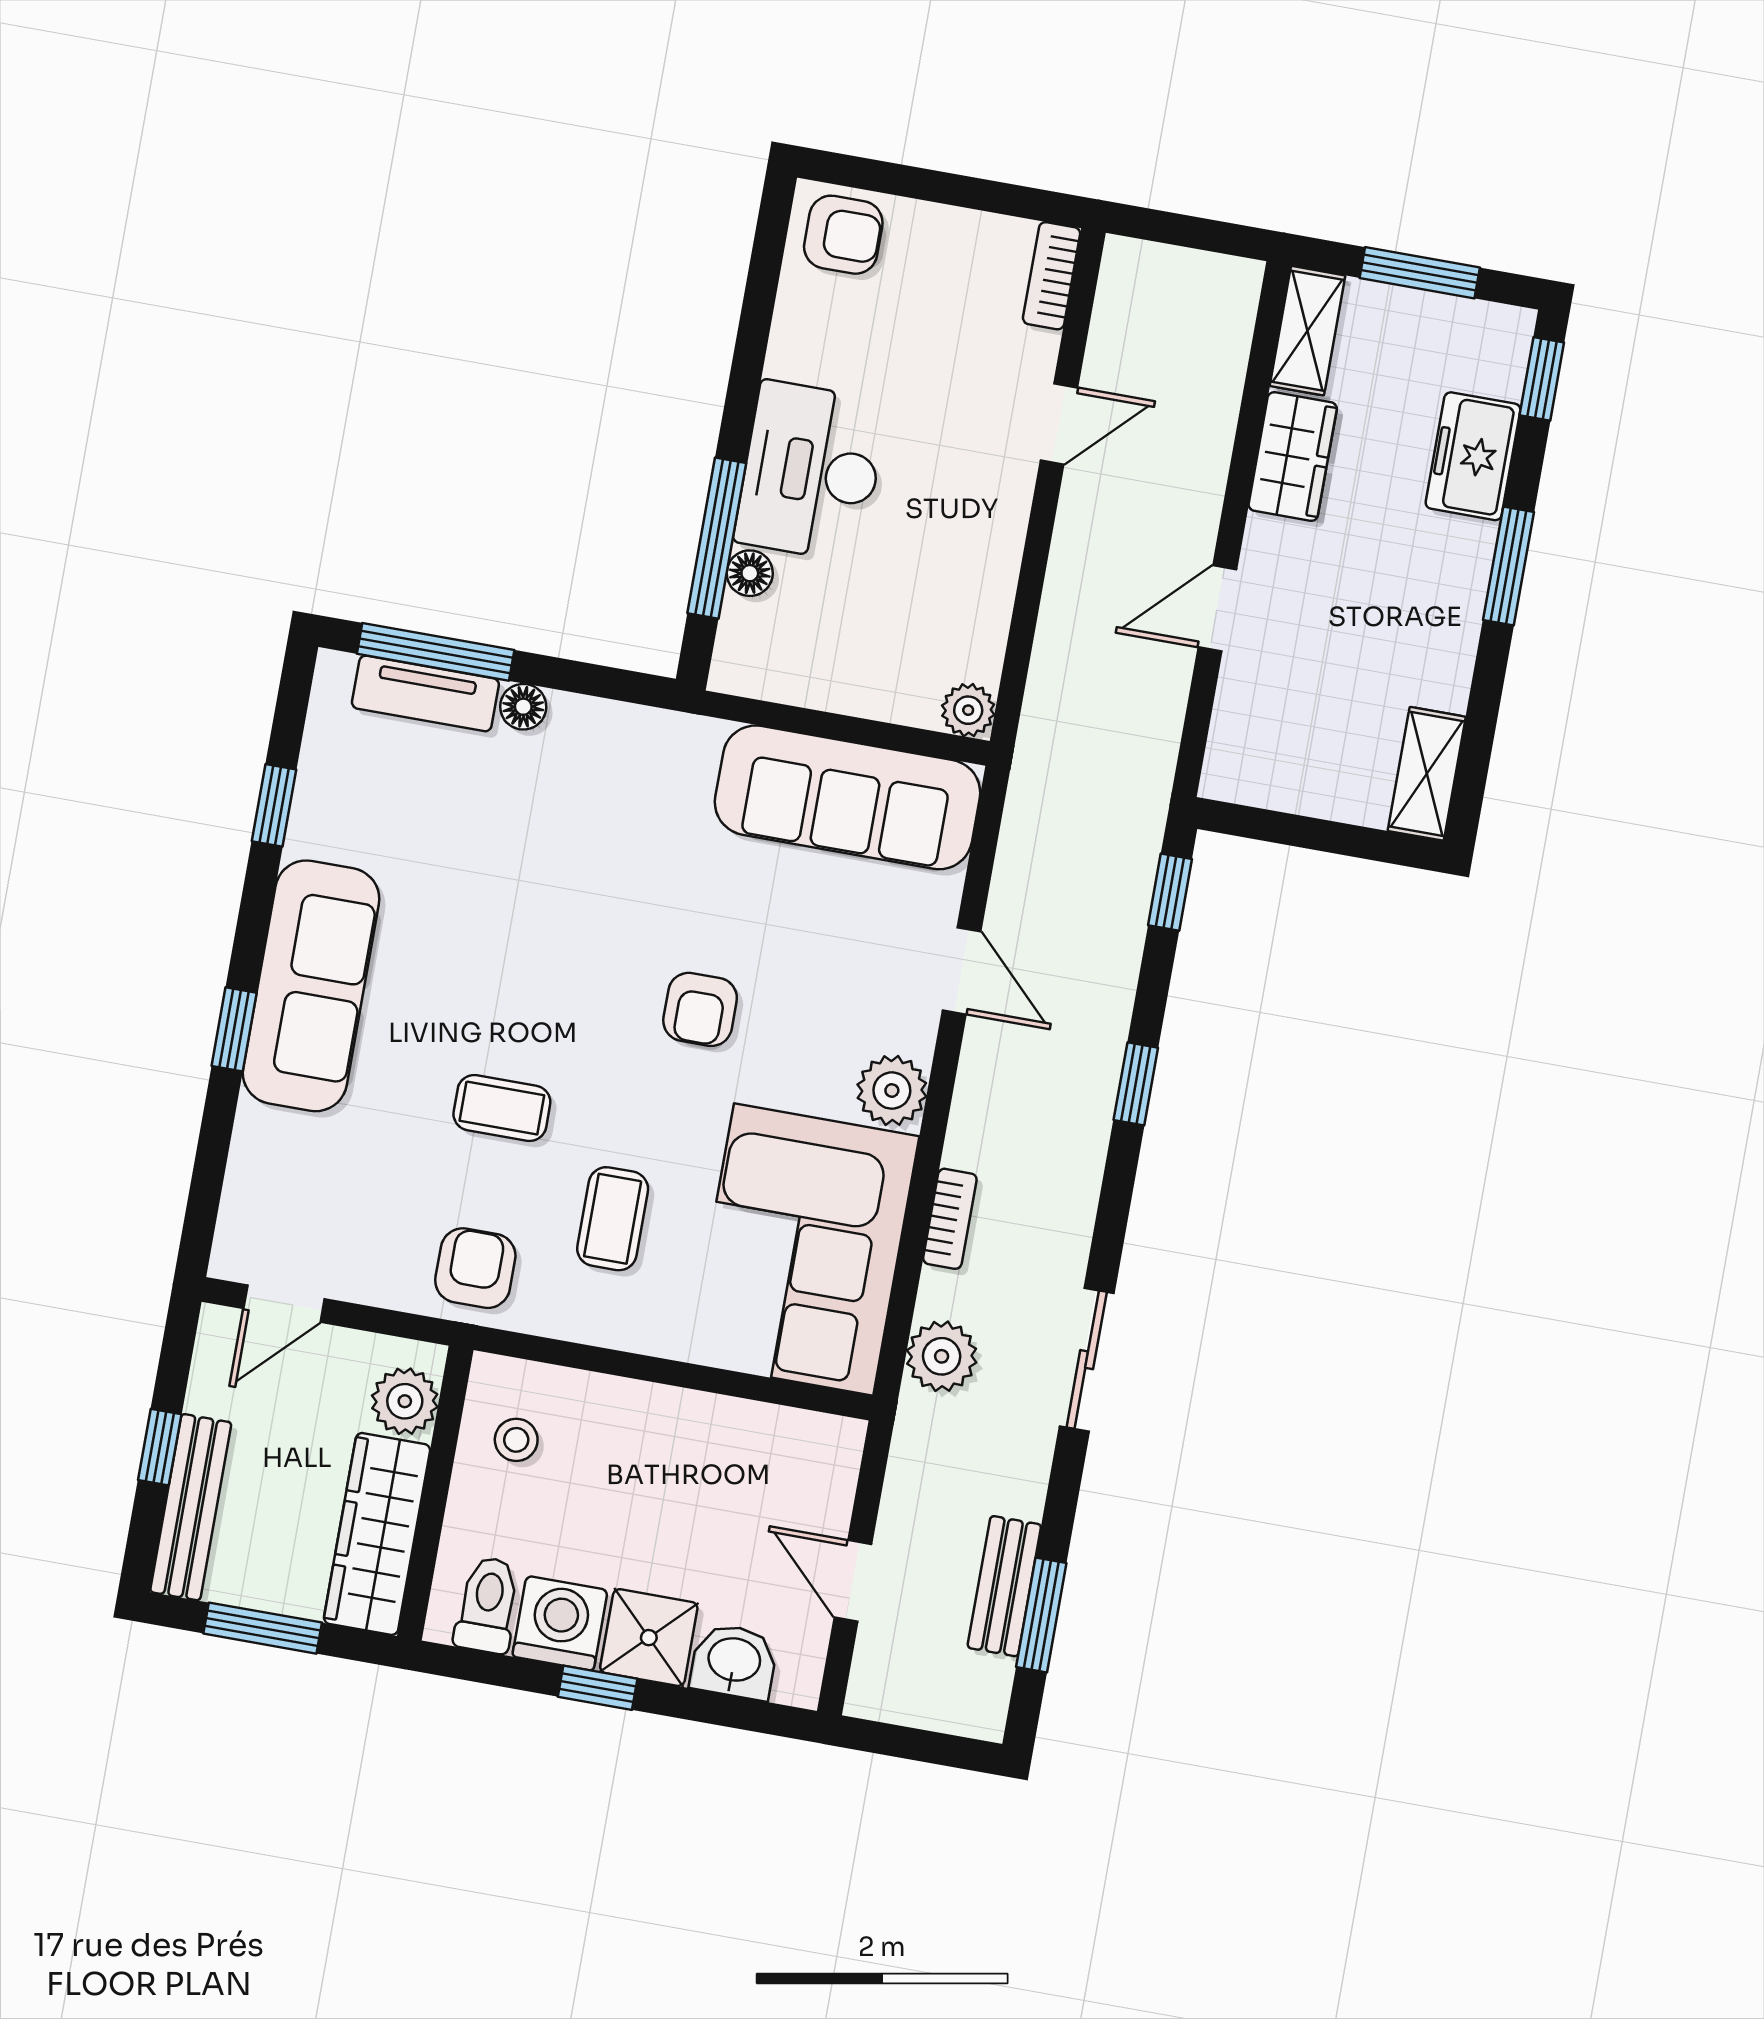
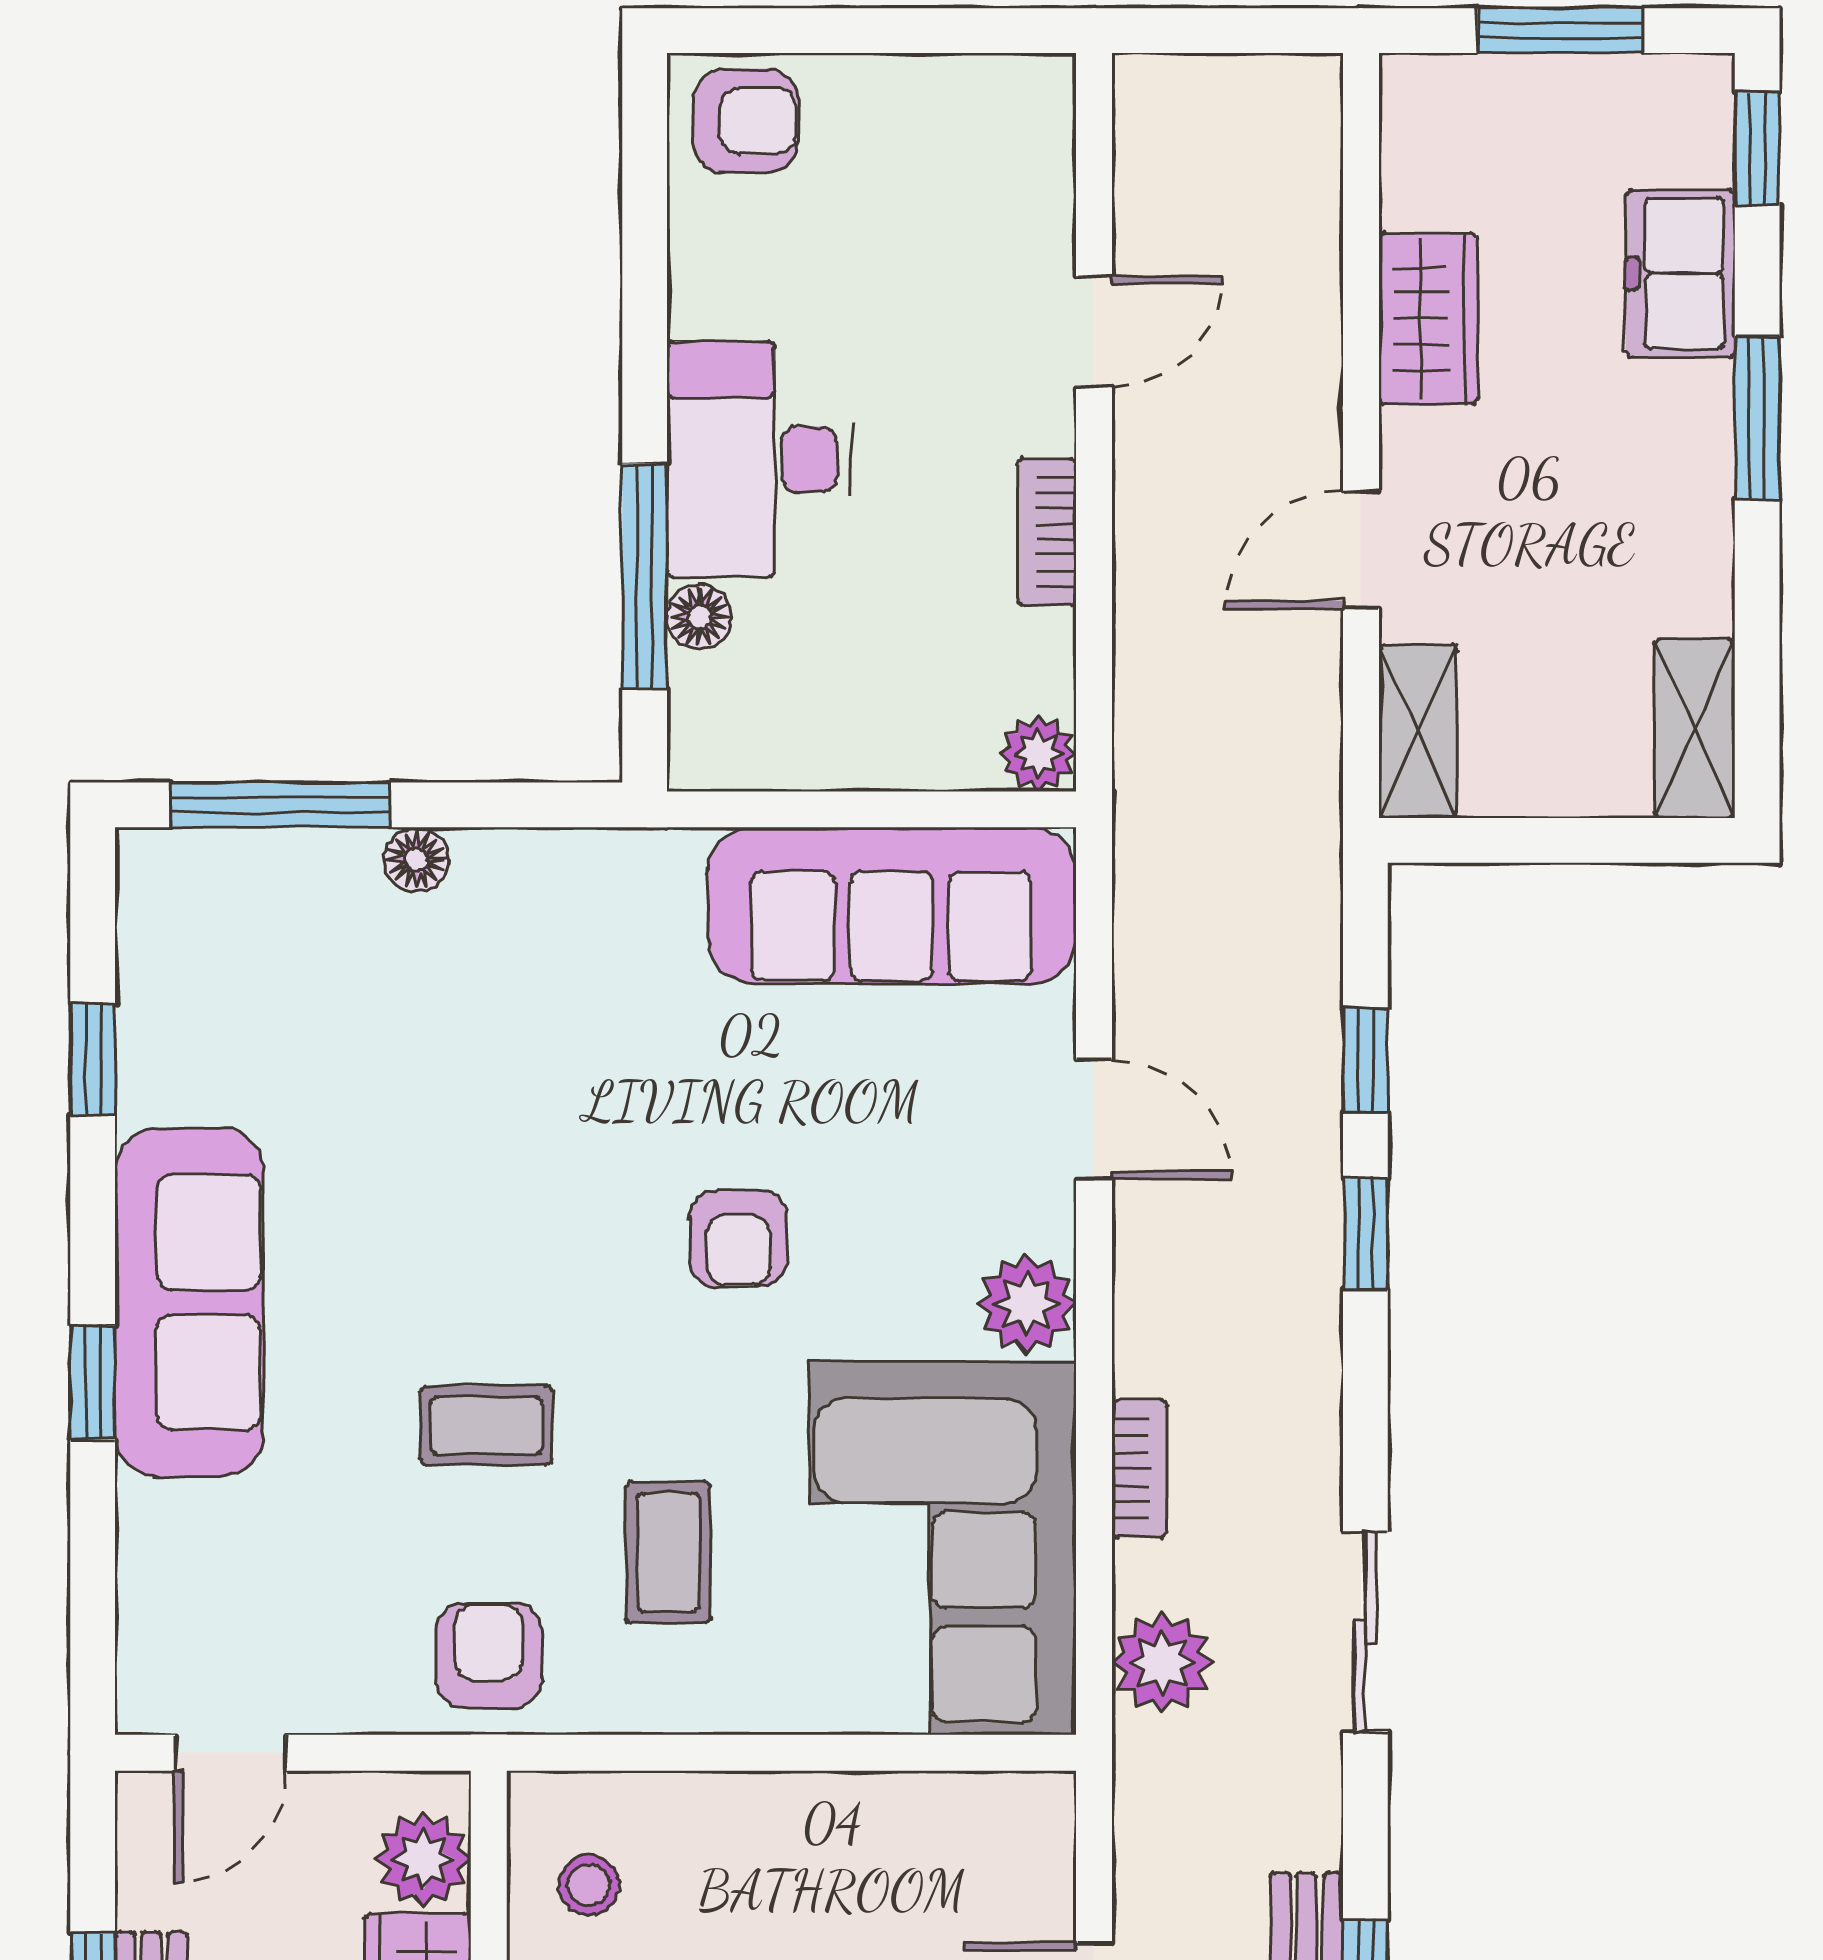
bookcase: (1052, 276) -> (1047, 532), moved
shelving: (1307, 331) -> (1418, 732), moved
tv unit: (425, 693) -> (276, 865), removed
window: (1170, 892) -> (1365, 1061), moved

